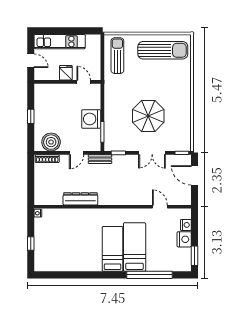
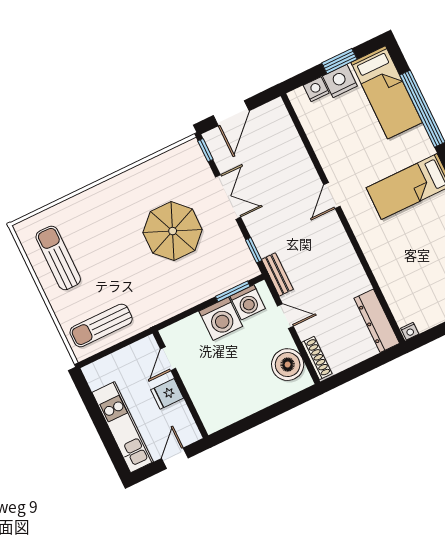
sun lounger: (163, 50) -> (58, 258), width x0.73, depth x0.75
window: (31, 116) -> (262, 416), removed
washing machine: (93, 137) -> (248, 302), added
dresser: (80, 199) -> (377, 321), moved
door: (160, 207) -> (332, 196), moved
bed: (135, 247) -> (387, 92), moved, turned -90
window: (195, 256) -> (339, 61), moved

